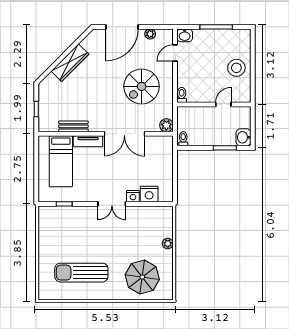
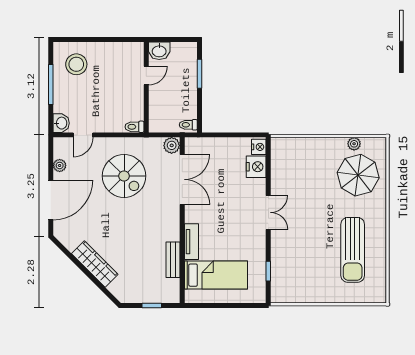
door: (122, 27) -> (51, 200), hinge flipped
door: (175, 53) -> (83, 135), hinge flipped
stool: (236, 68) -> (76, 64), moved
door: (223, 105) -> (146, 76), swing flipped
double door: (124, 134) -> (182, 179), moved
washbasin: (243, 137) -> (159, 51), moved
nightstand: (133, 196) -> (259, 147), moved
plant: (168, 243) -> (354, 144), moved

